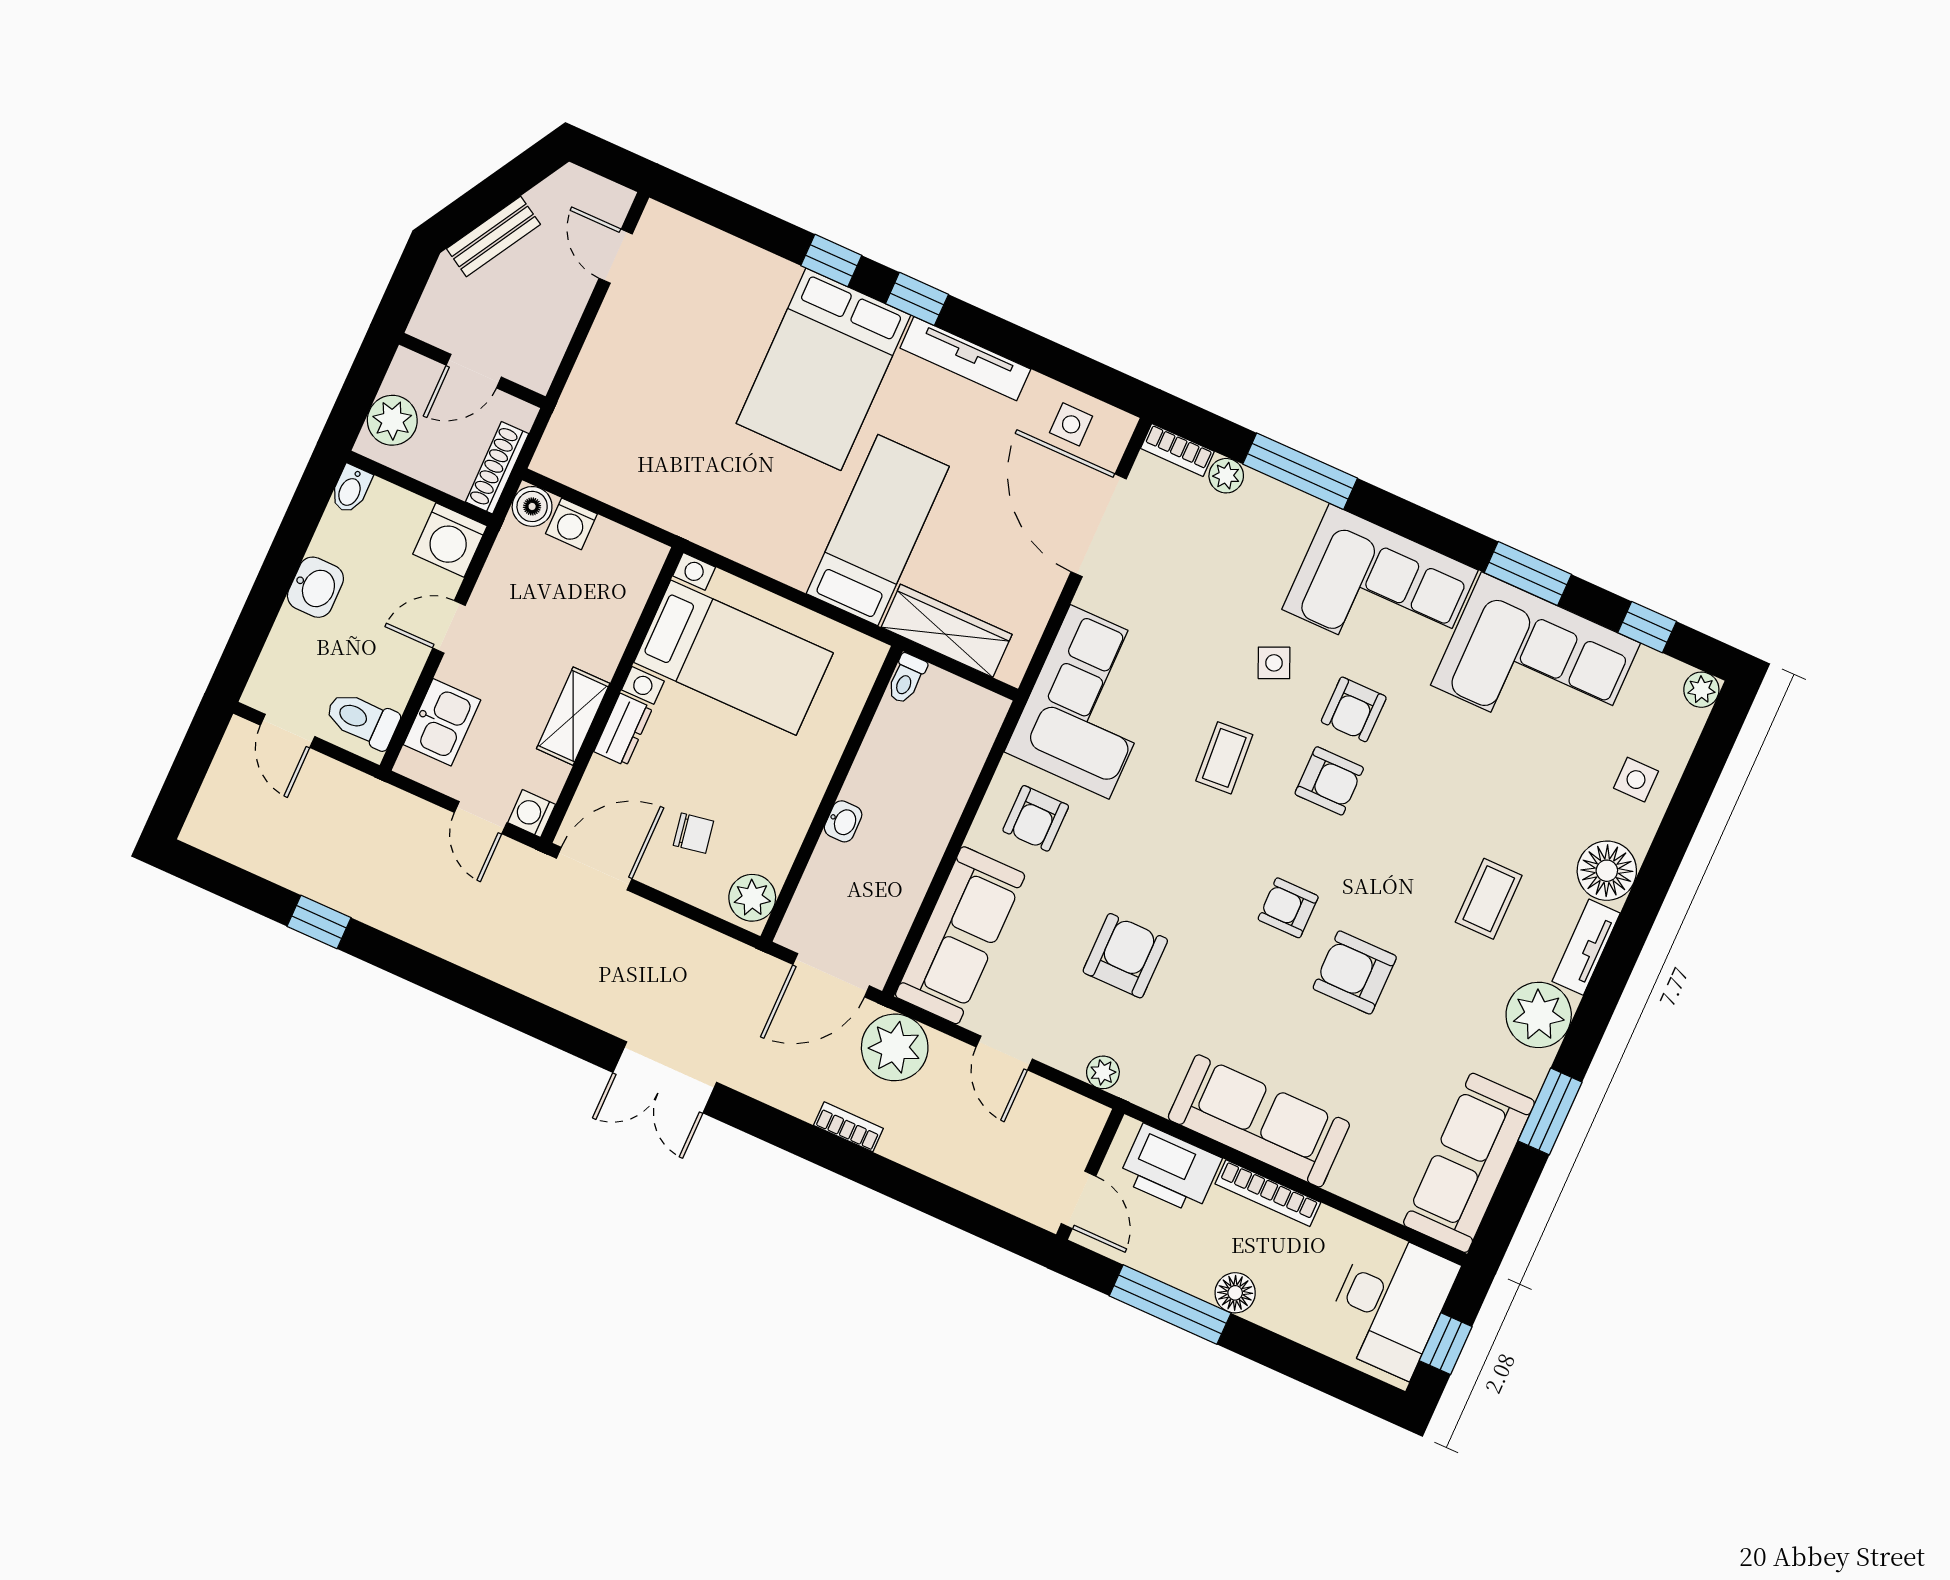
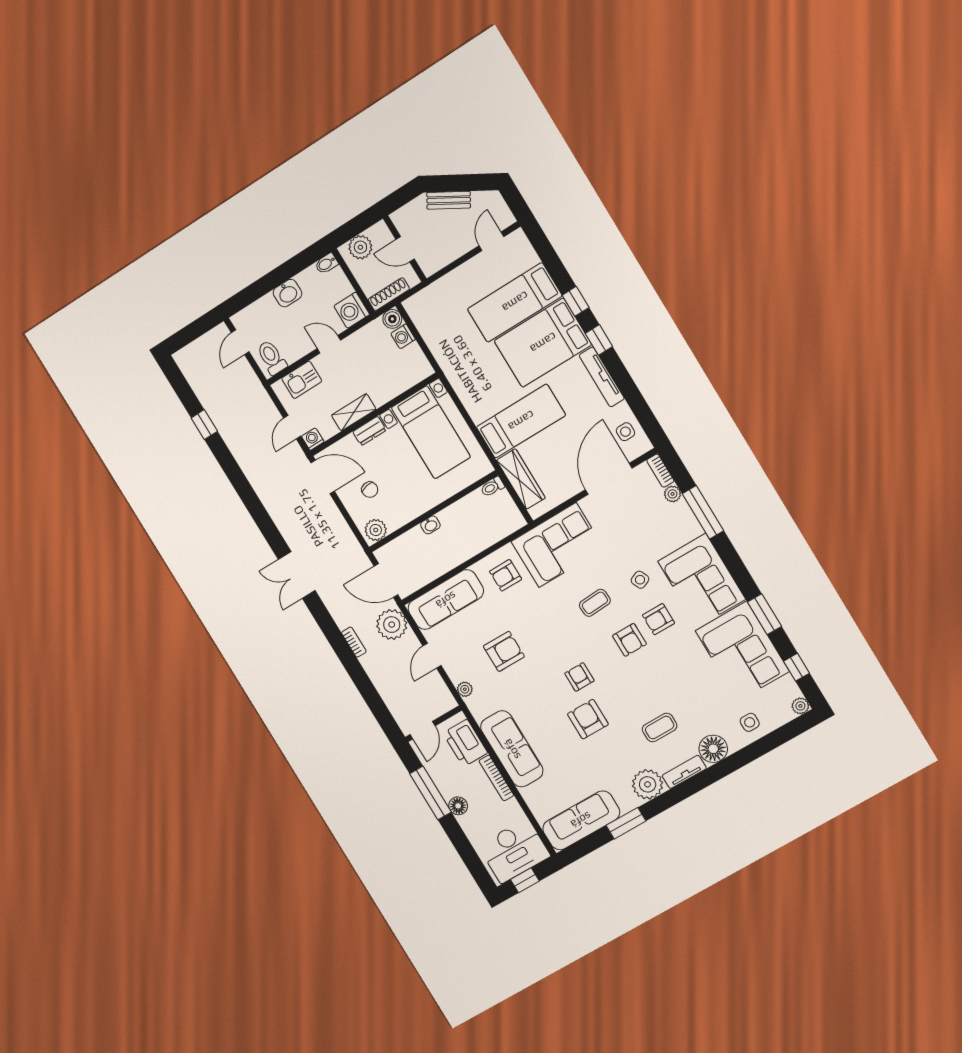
bed: (727, 333) -> (515, 302), added

